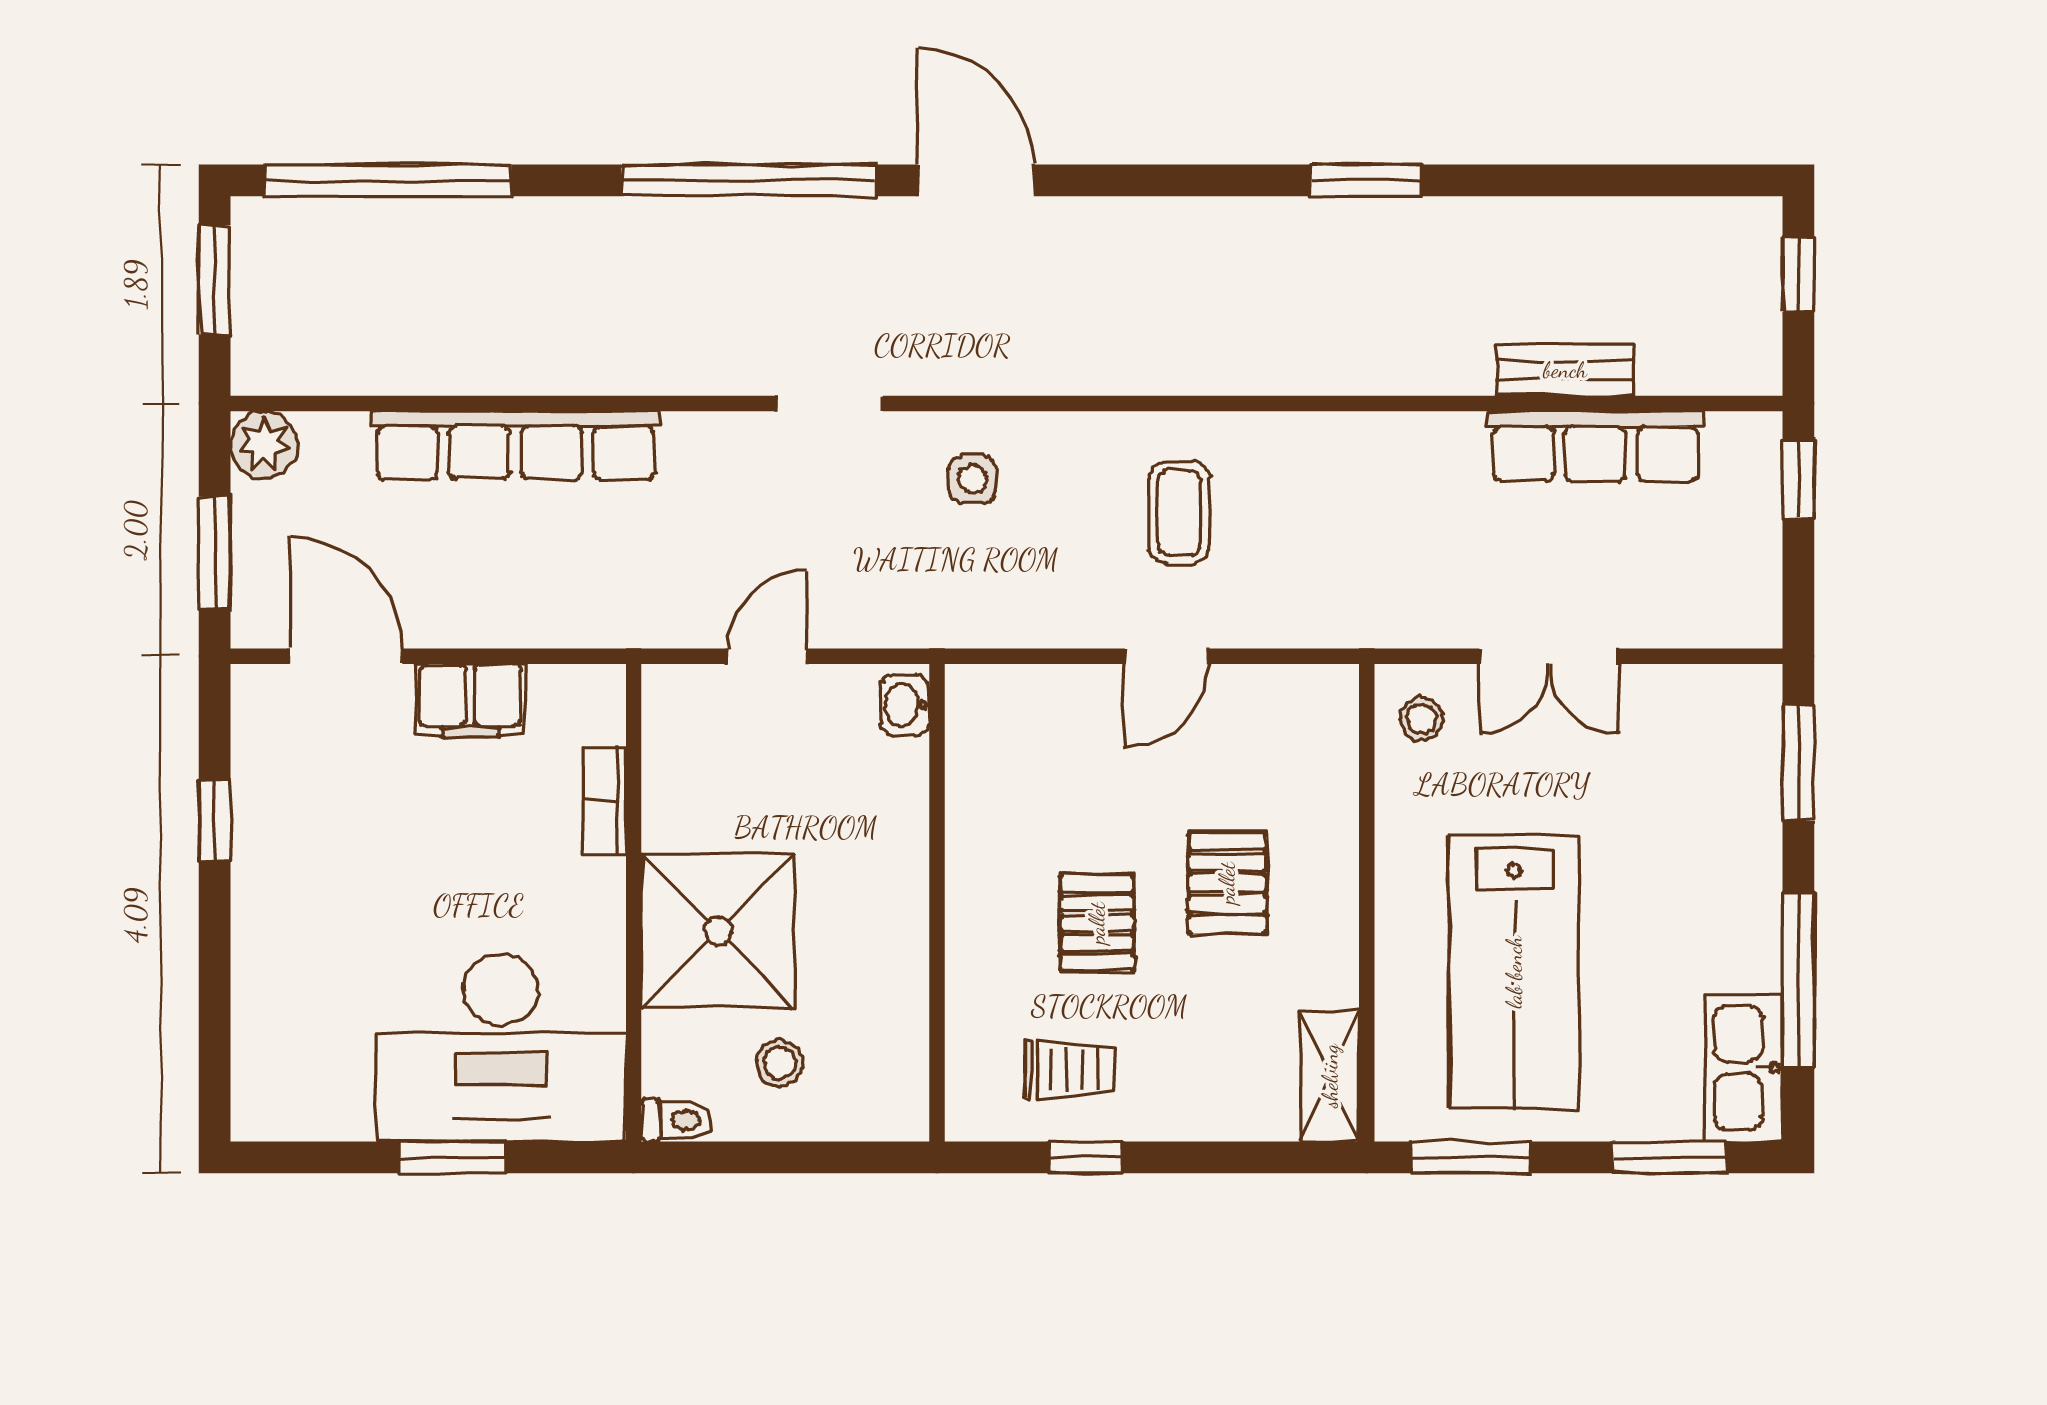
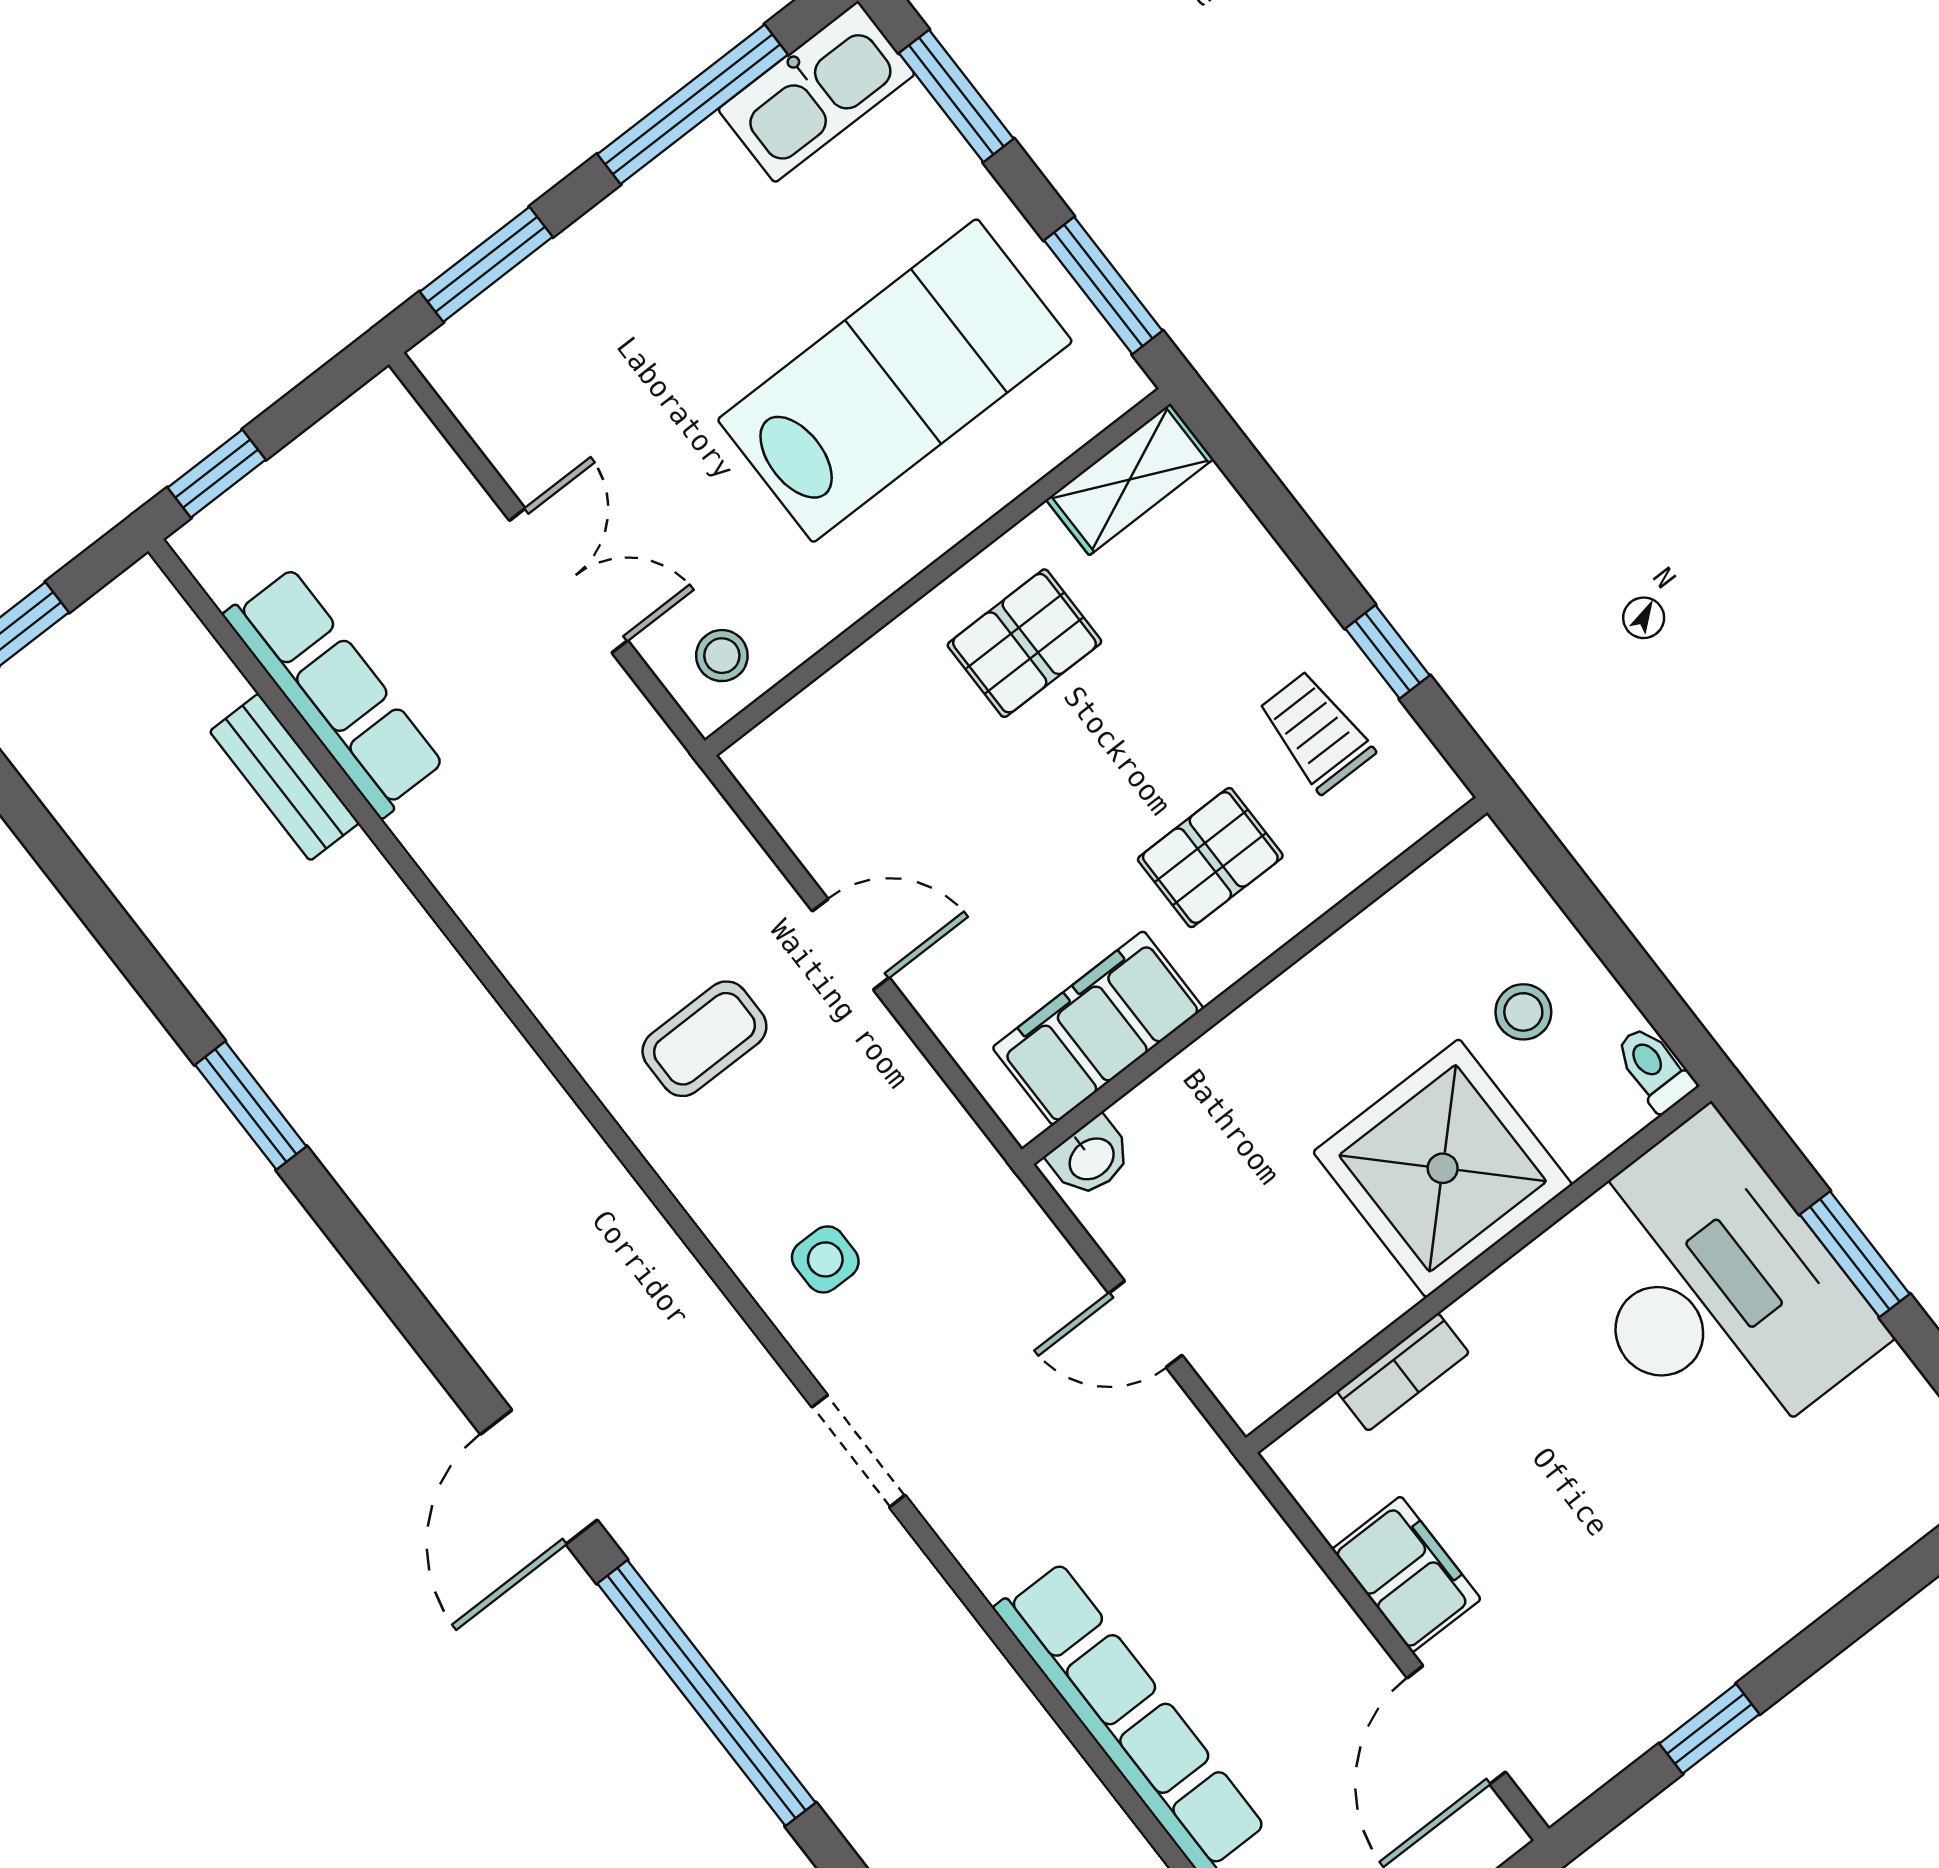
filing cabinet: (986, 776) -> (1098, 1028), added
pallet: (1227, 883) -> (1024, 643), moved
pallet: (1097, 923) -> (1210, 858), moved

